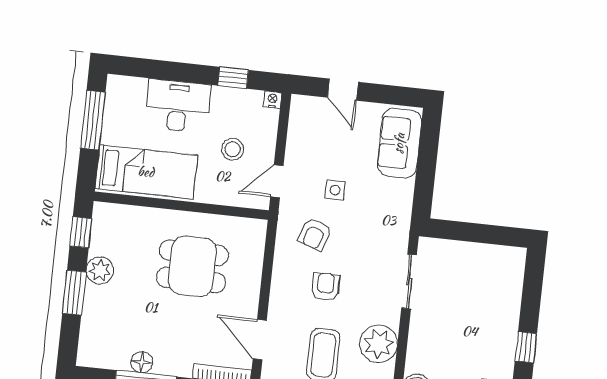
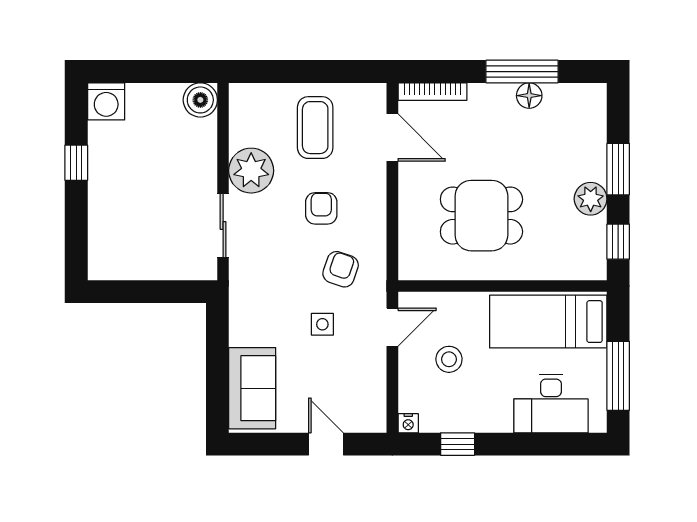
desk: (178, 106) -> (551, 404), moved
armchair: (326, 287) -> (321, 208), turned 180
plant: (379, 344) -> (251, 171), moved

